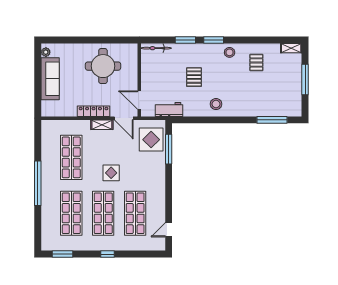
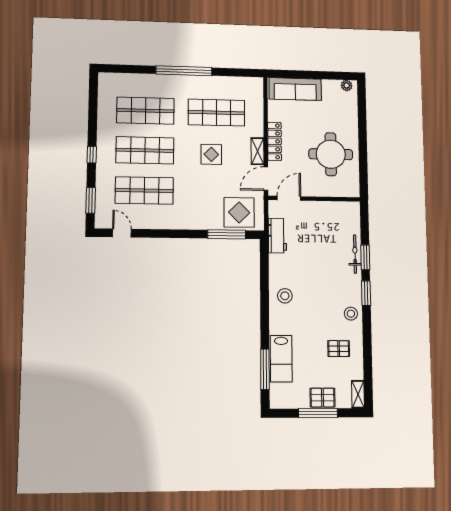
bicycle: (156, 48) -> (355, 254), moved
pallet: (194, 77) -> (322, 398), moved
sofa: (50, 79) -> (295, 89), moved
lab bench: (264, 107) -> (281, 359), added
display table: (111, 173) -> (211, 154), moved
window: (62, 254) -> (91, 200), moved

